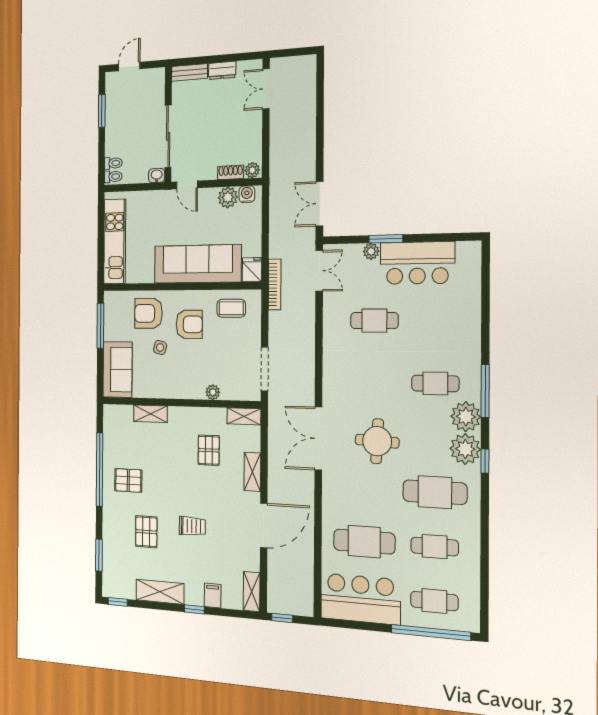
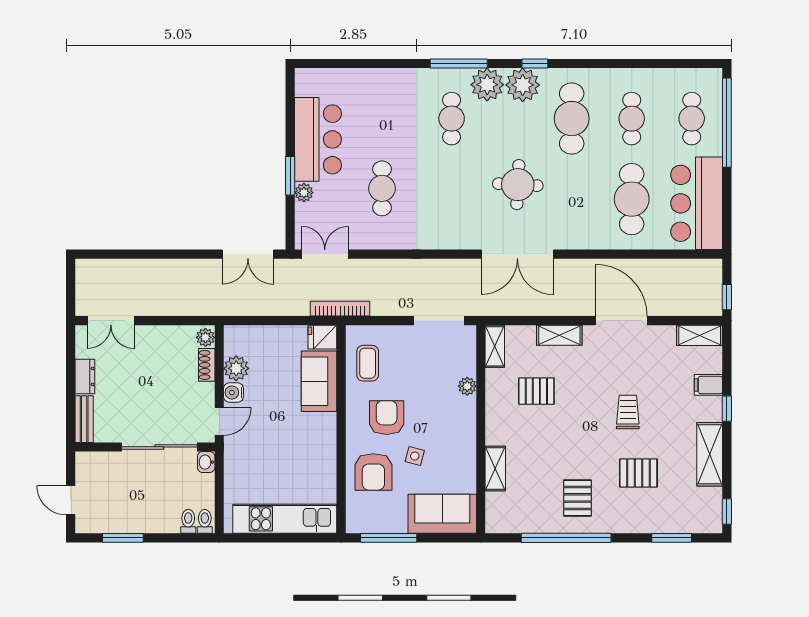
water cooler: (247, 194) -> (233, 393), moved
sofa: (198, 264) -> (319, 381), width x0.54, depth x0.79

